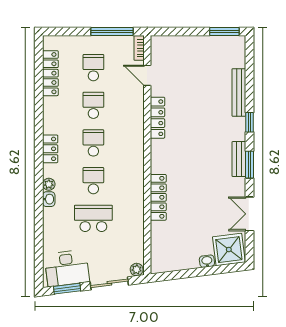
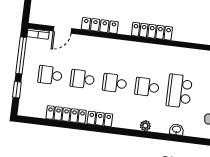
window: (72, 31) -> (17, 90), added
locker: (50, 73) -> (66, 115), moved
locker: (50, 149) -> (100, 119), moved
locker: (158, 197) -> (152, 31), moved
washbasin: (49, 199) -> (177, 130), moved

